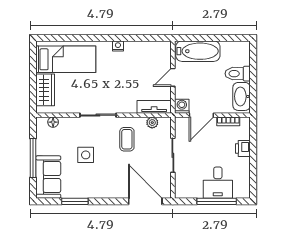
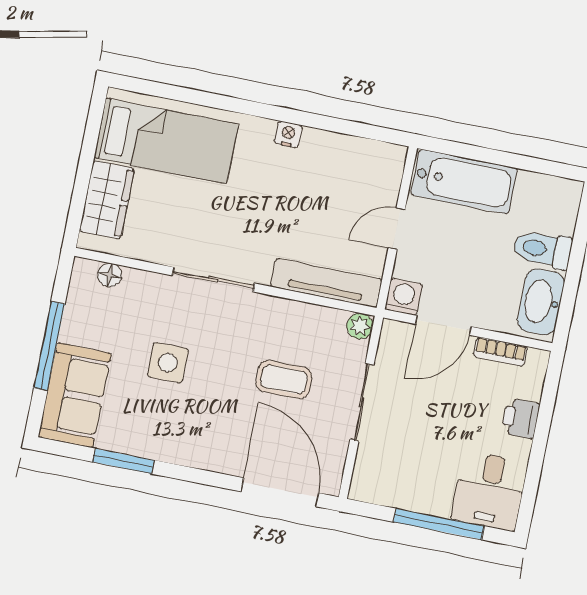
tv unit: (154, 107) -> (326, 283), width x1.41
plant: (152, 123) -> (360, 326), moved
coffee table: (127, 139) -> (284, 379), moved, turned 90
desk: (218, 183) -> (489, 491), moved

